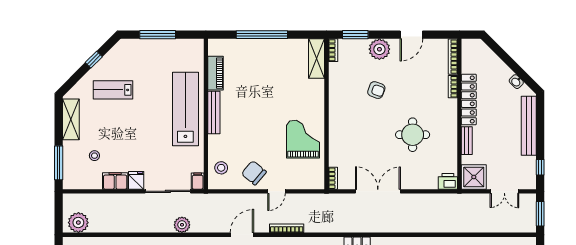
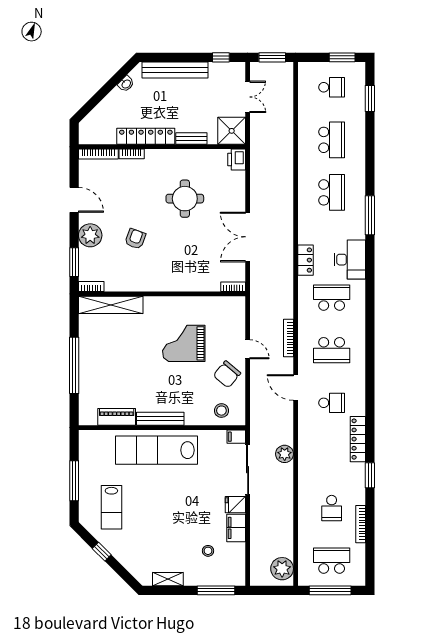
shelving: (317, 59) -> (111, 305), width x1.47
lab bench: (113, 90) -> (111, 507), moved
shelving: (71, 119) -> (168, 579), width x0.67, depth x0.75
grand piano: (303, 139) -> (184, 343), moved

